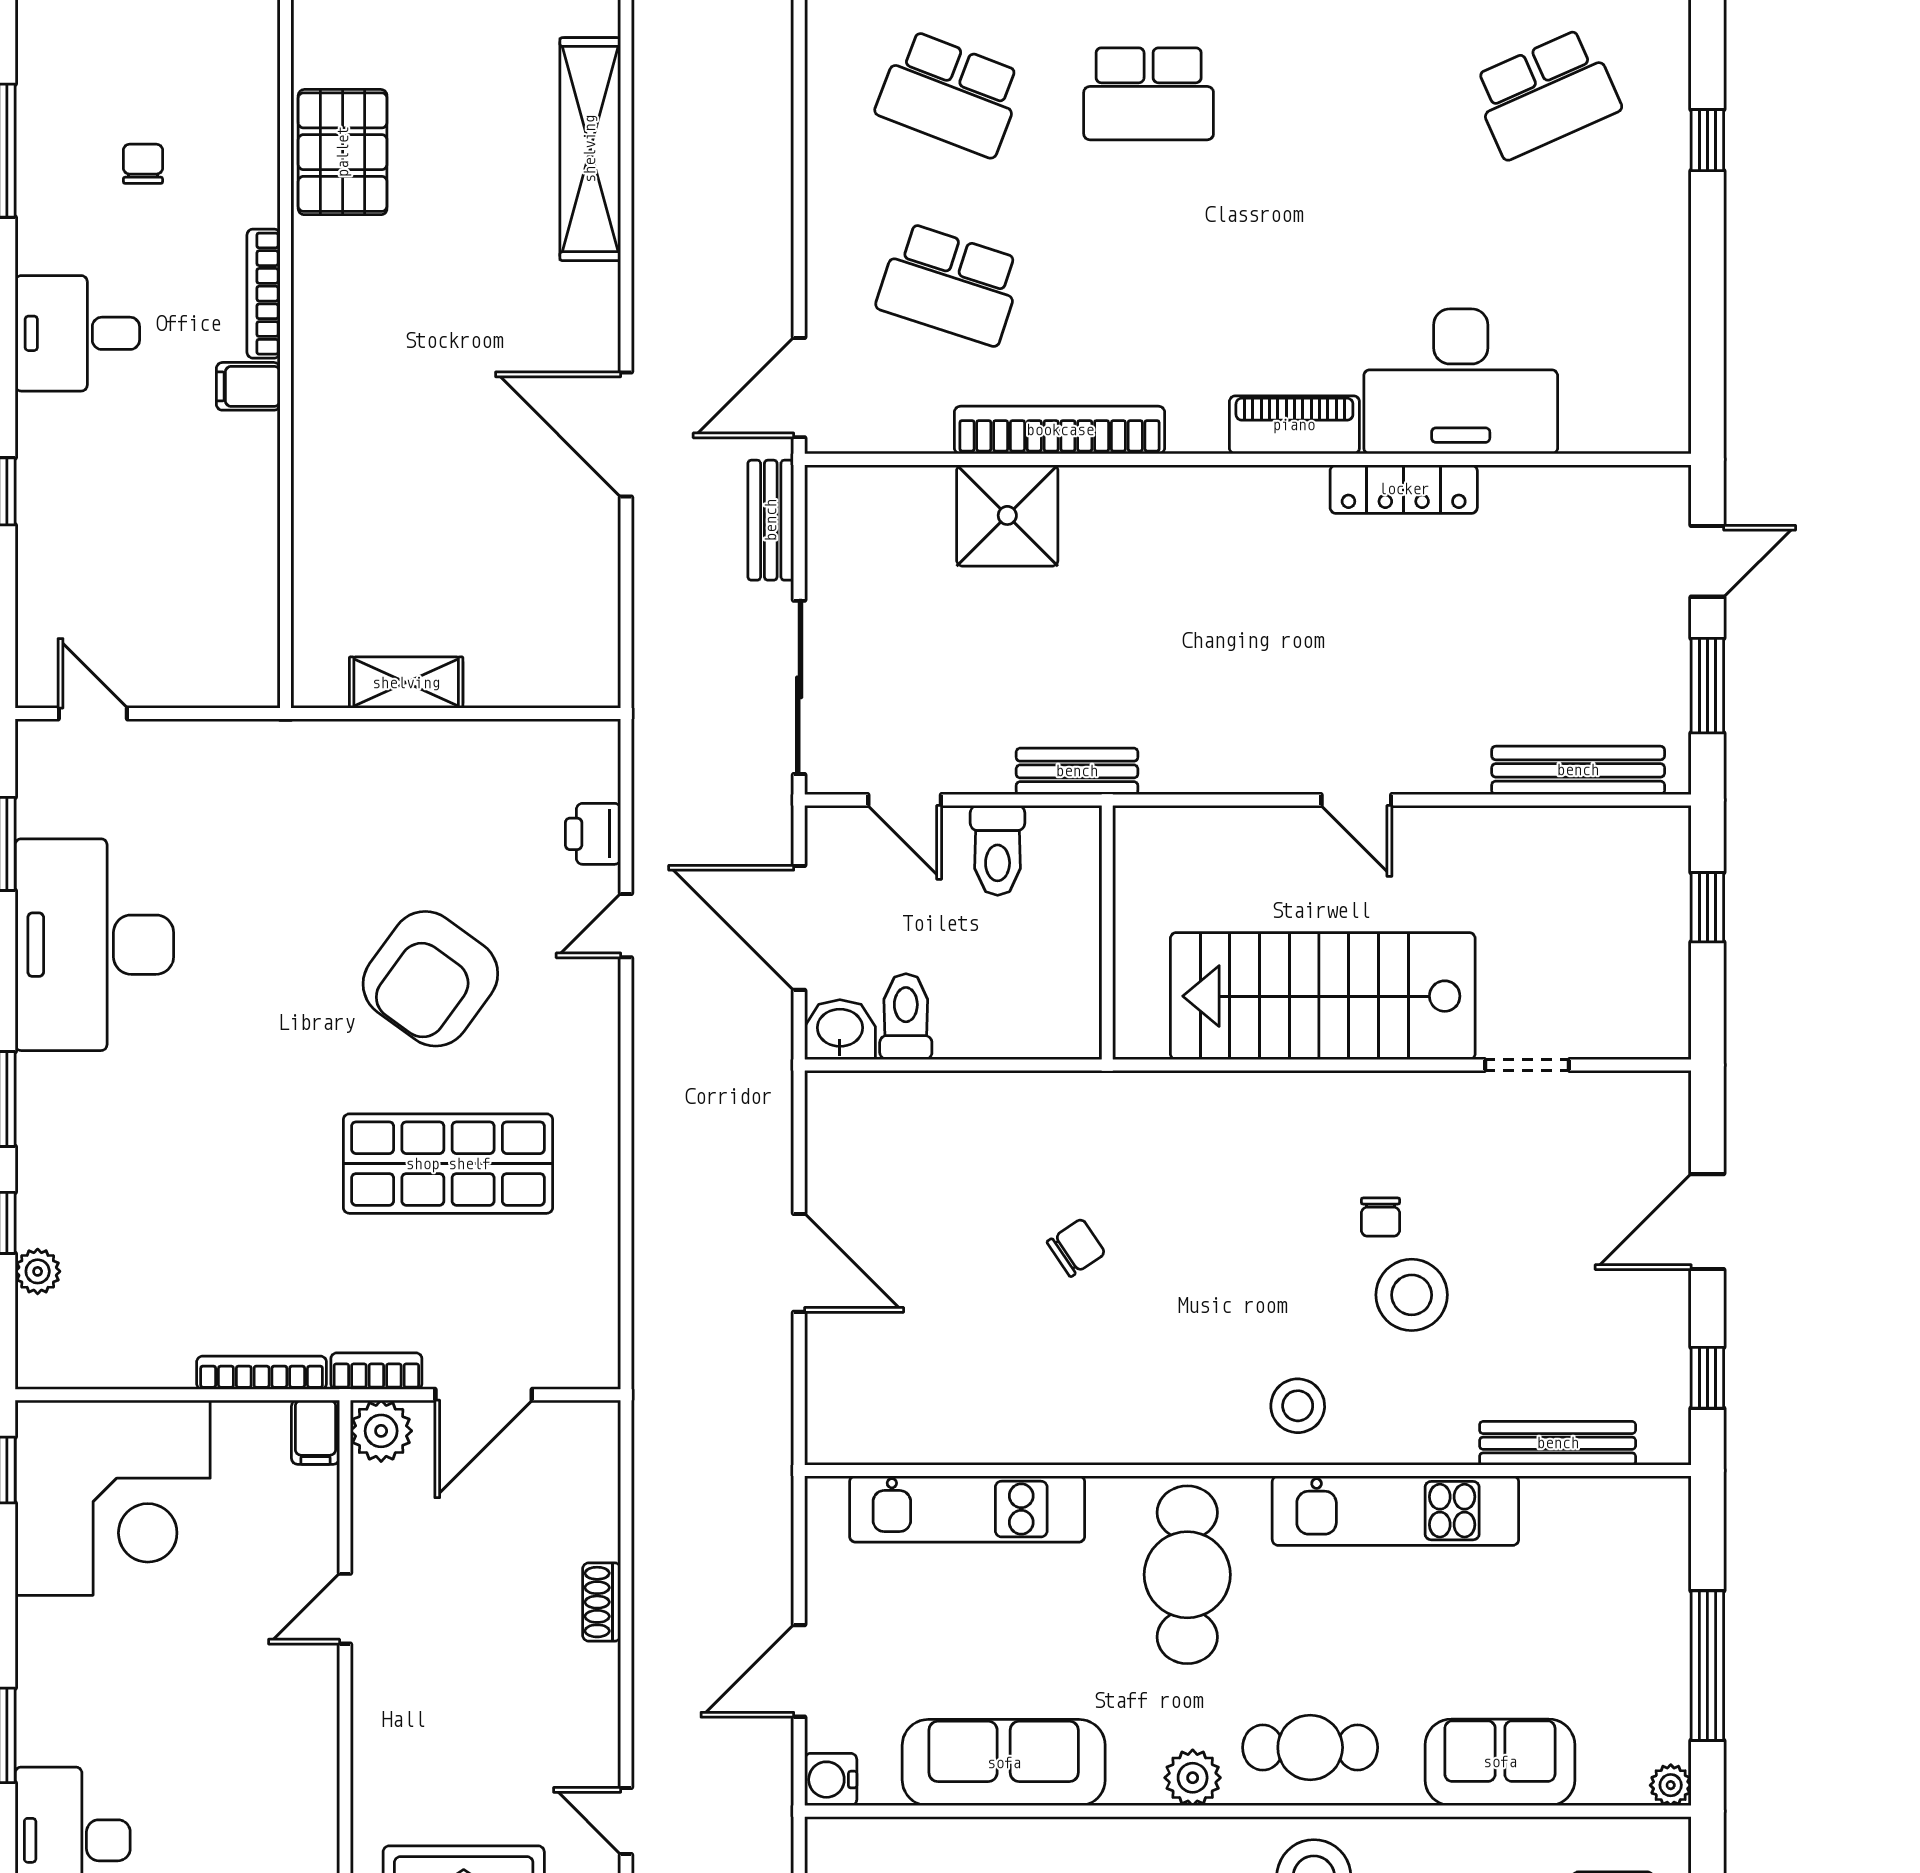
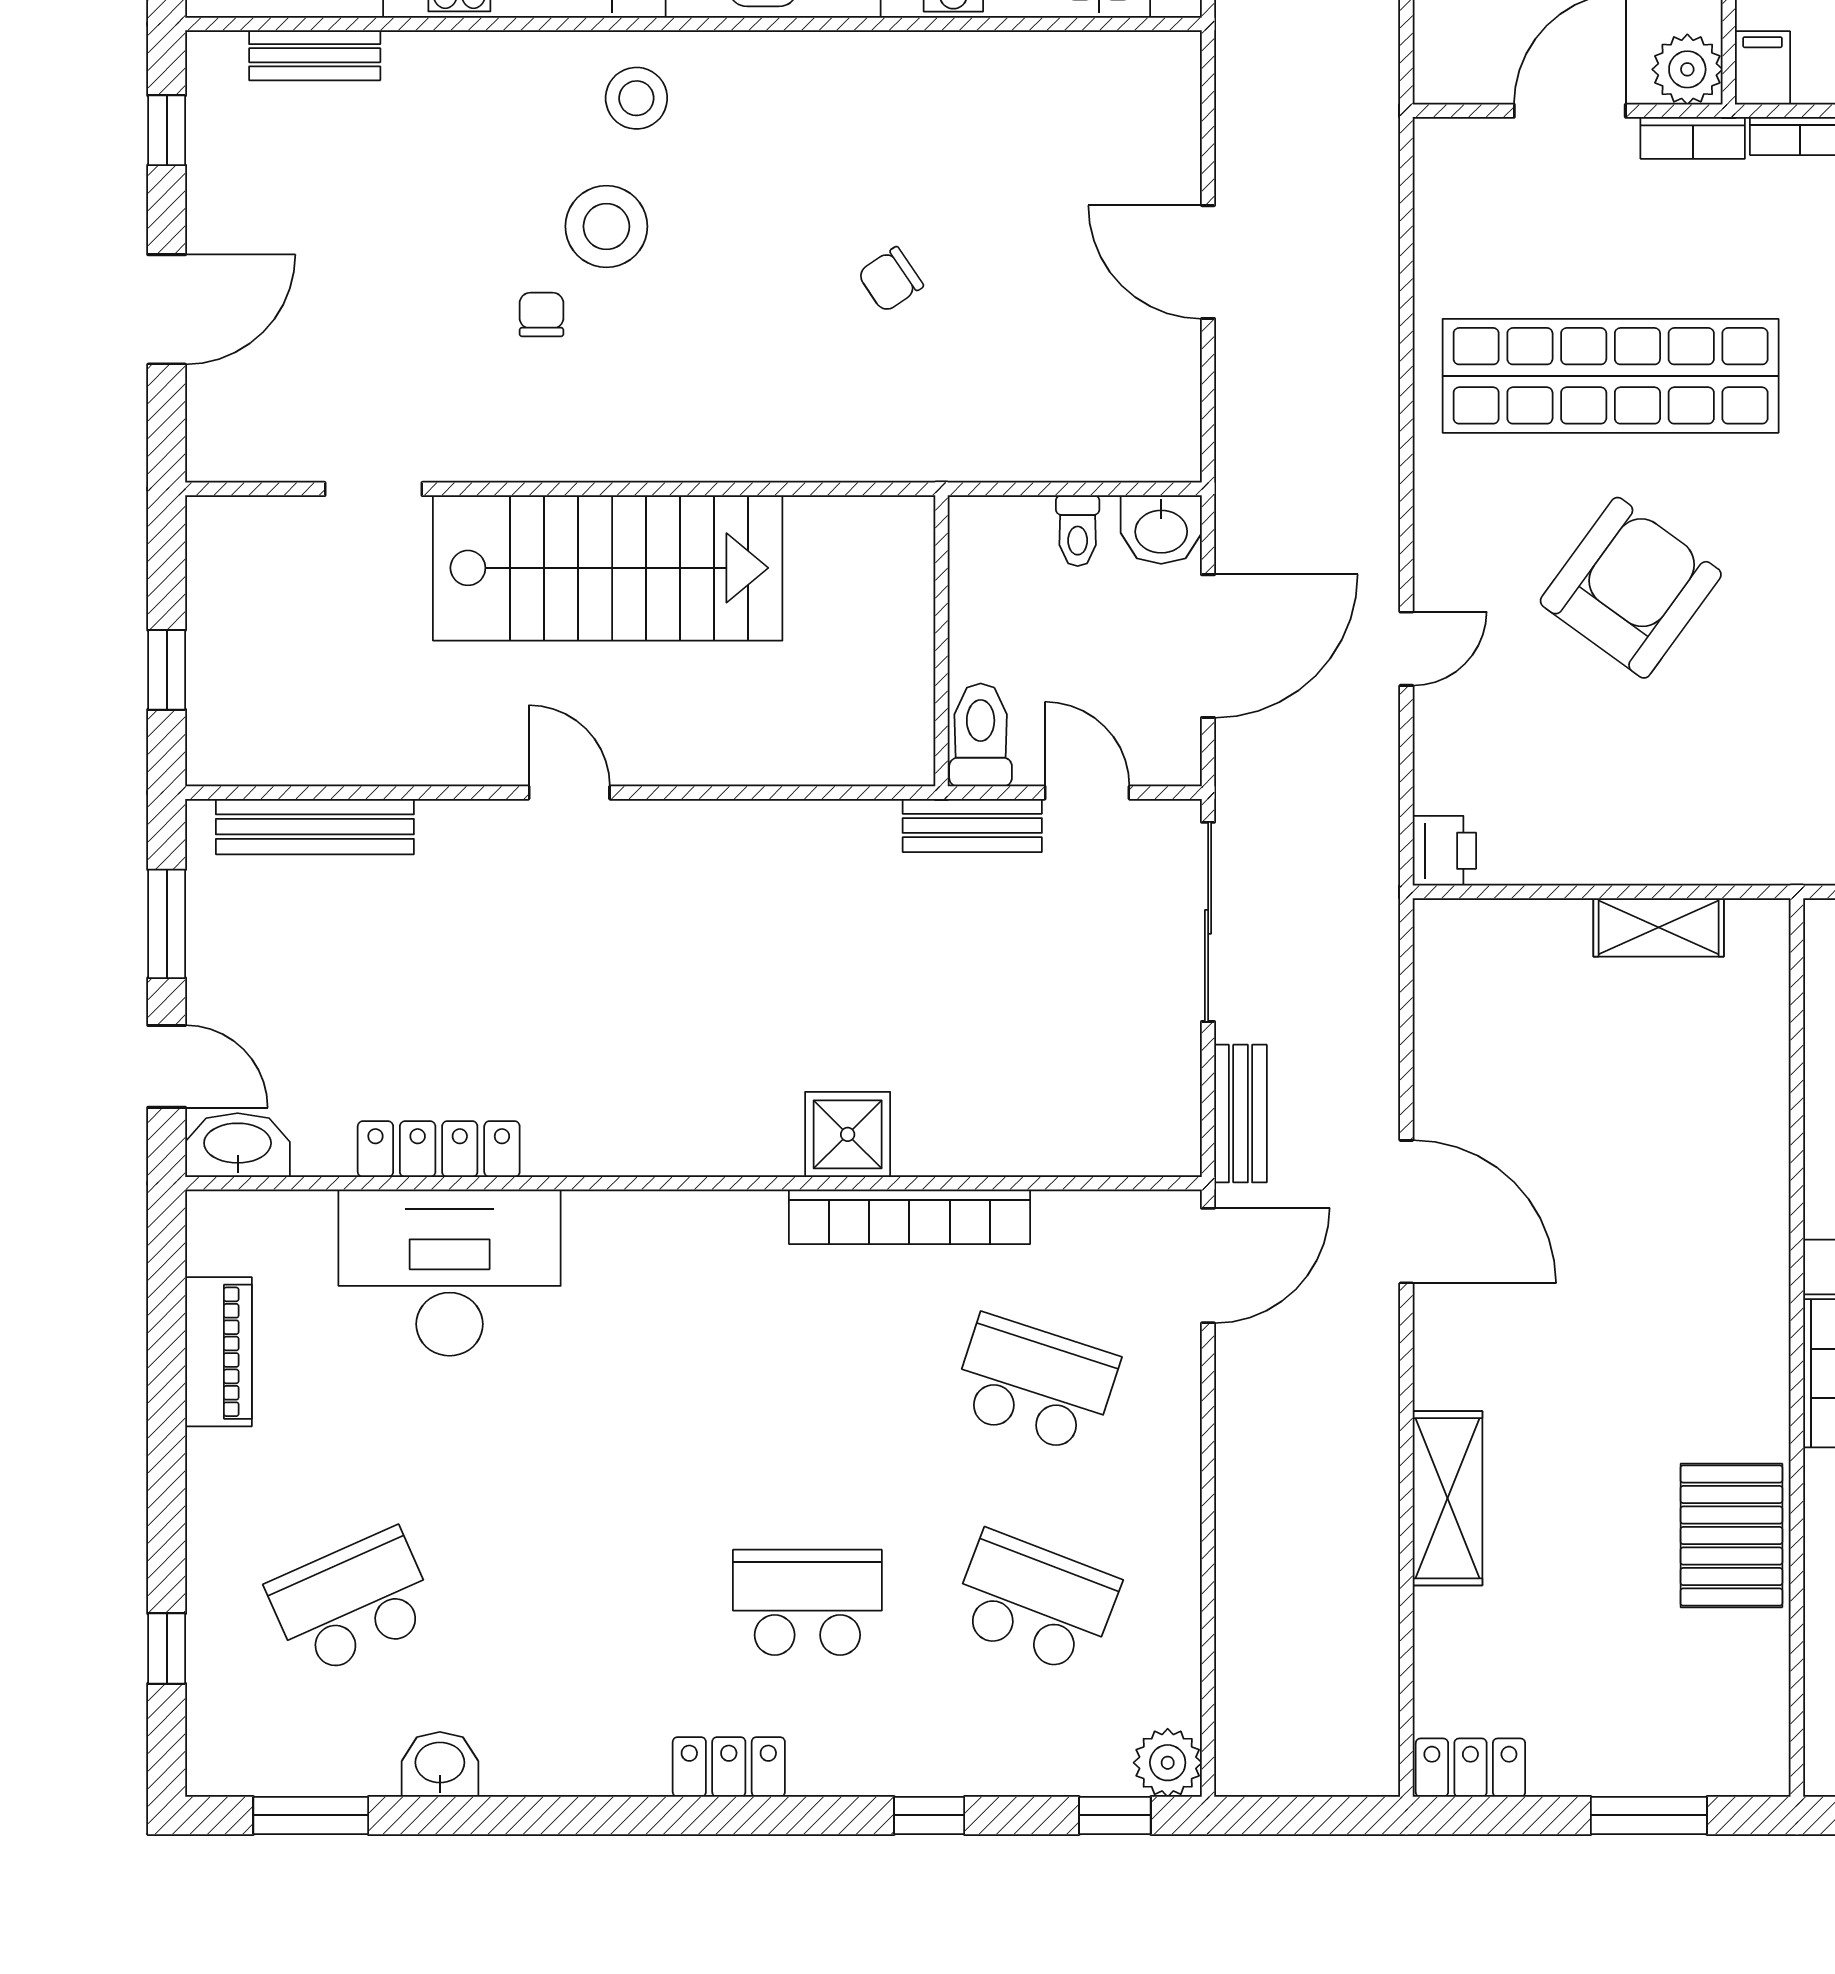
window: (1707, 140) -> (167, 1648), moved
shelving: (590, 149) -> (1447, 1498), width x0.68
piano: (1294, 425) -> (219, 1352), moved, turned -90
locker: (1404, 489) -> (439, 1149), moved
washbasin: (1646, 493) -> (238, 1145), added
shower: (1007, 515) -> (848, 1134), moved, width x0.73, depth x0.73
door: (1707, 561) -> (167, 1066), swing flipped
bench: (1077, 771) -> (972, 825), moved
printer: (593, 834) -> (1444, 851), moved
door: (799, 928) -> (1208, 646), hinge flipped
wall: (1107, 932) -> (941, 641), moved
toilet: (906, 1017) -> (1078, 531), width x0.73, depth x0.72
shop shelf: (448, 1164) -> (1611, 376), width x1.40
stool: (1412, 1295) -> (606, 226), moved
bench: (1558, 1443) -> (315, 55), width x0.73

